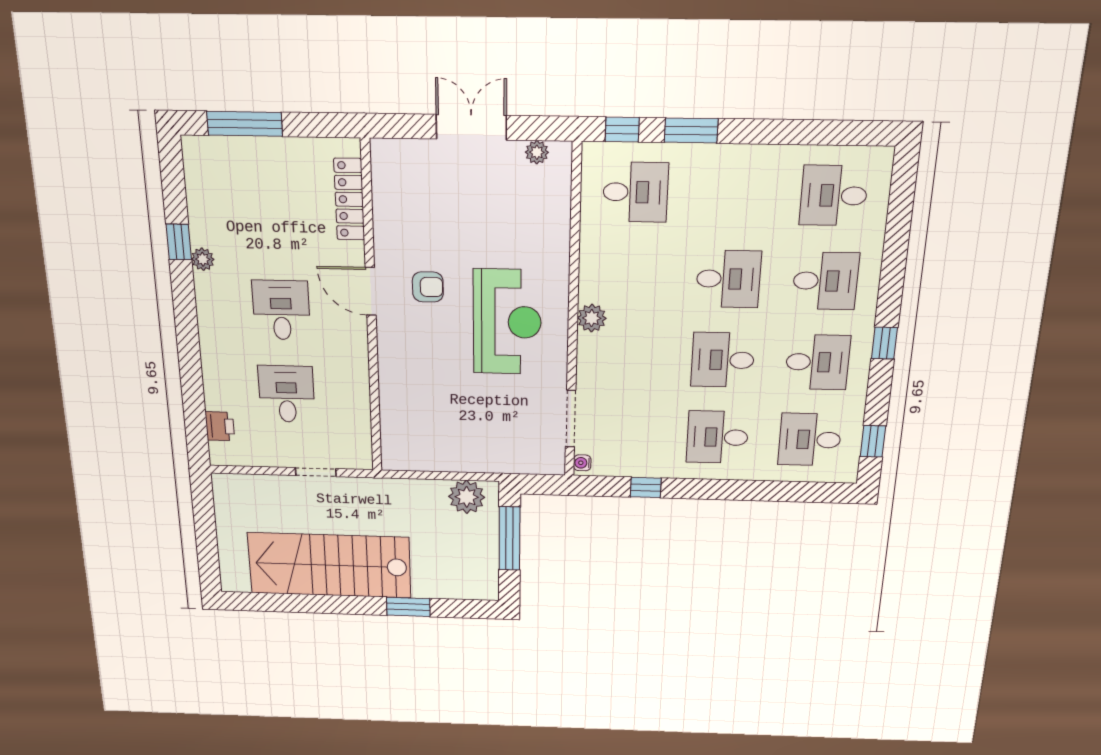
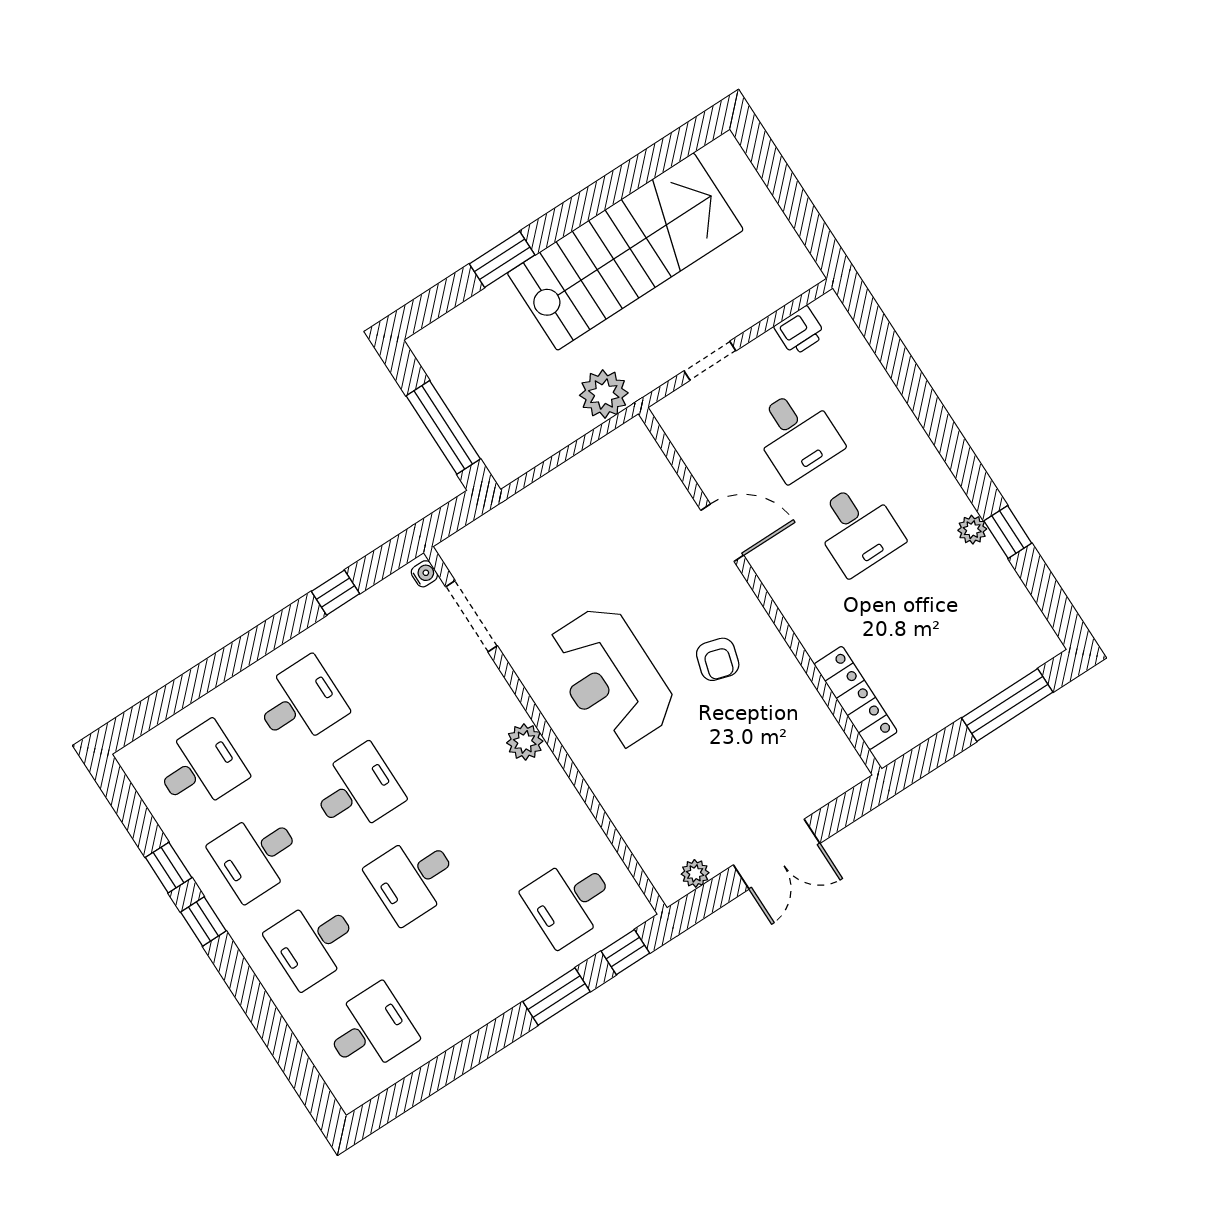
armchair: (428, 287) -> (718, 659), turned -74
door: (371, 291) -> (722, 533), moved
printer: (220, 426) -> (800, 331), moved, turned -90
window: (873, 441) -> (169, 868), moved
plant: (467, 497) -> (604, 394), moved

